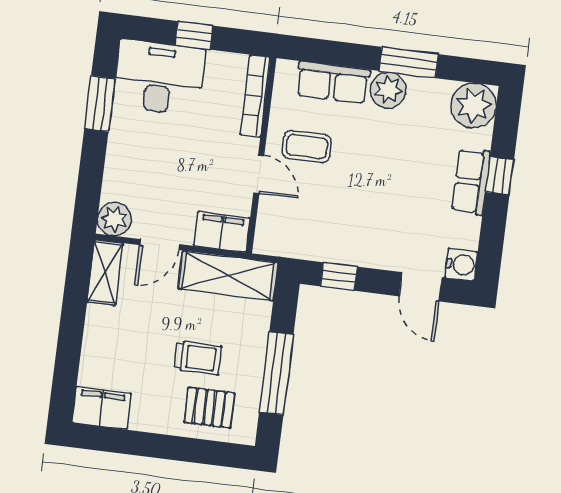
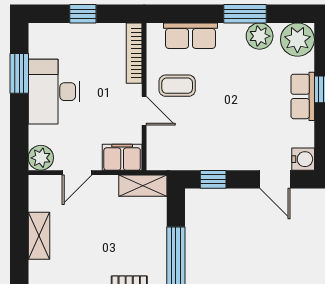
desk: (159, 78) -> (54, 92), moved, turned -90
plant: (388, 90) -> (260, 36), moved
shelving: (105, 273) -> (39, 236), moved
shelving: (228, 276) -> (143, 186), width x0.67, depth x0.75
trolley: (198, 358) -> (116, 253), removed

